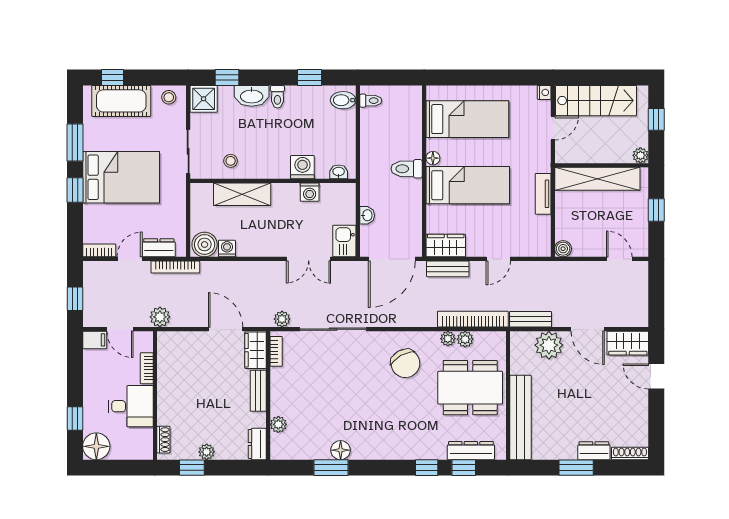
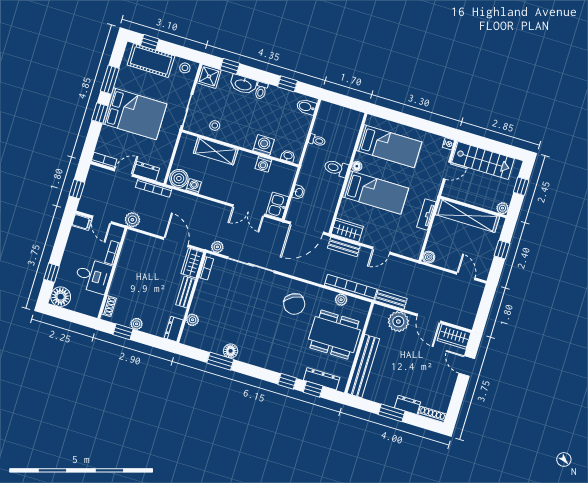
toilet: (371, 101) -> (317, 140), moved
plant: (448, 339) -> (329, 296), removed

